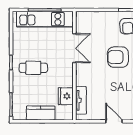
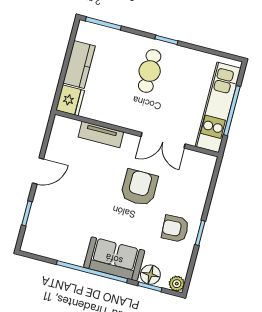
armchair: (118, 57) -> (139, 188), moved
fridge: (66, 96) -> (70, 100), moved, turned 90
tv unit: (81, 100) -> (101, 135), moved

